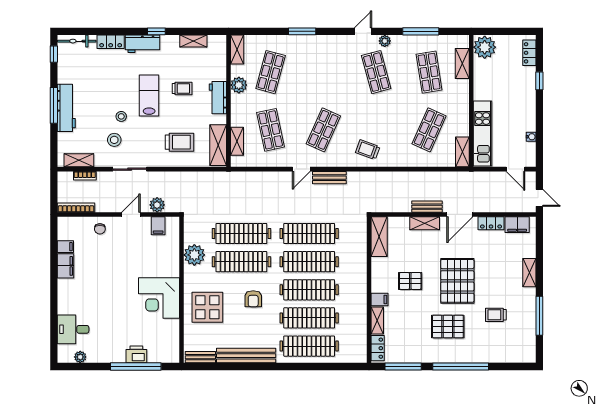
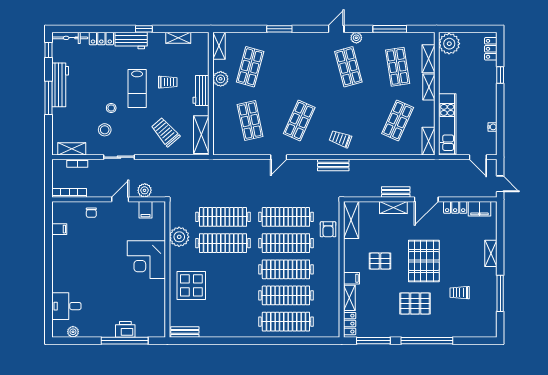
lab bench: (149, 95) -> (137, 88), turned 180
workbench: (66, 108) -> (60, 85), moved
shelving: (237, 141) -> (429, 87), moved
trolley: (180, 142) -> (165, 132), turned -131
bench: (329, 178) -> (333, 165), moved
filing cabinet: (66, 266) -> (59, 247), removed
corner desk: (159, 298) -> (146, 260), moved
armchair: (253, 299) -> (328, 229), moved
bench: (246, 356) -> (227, 330), removed

